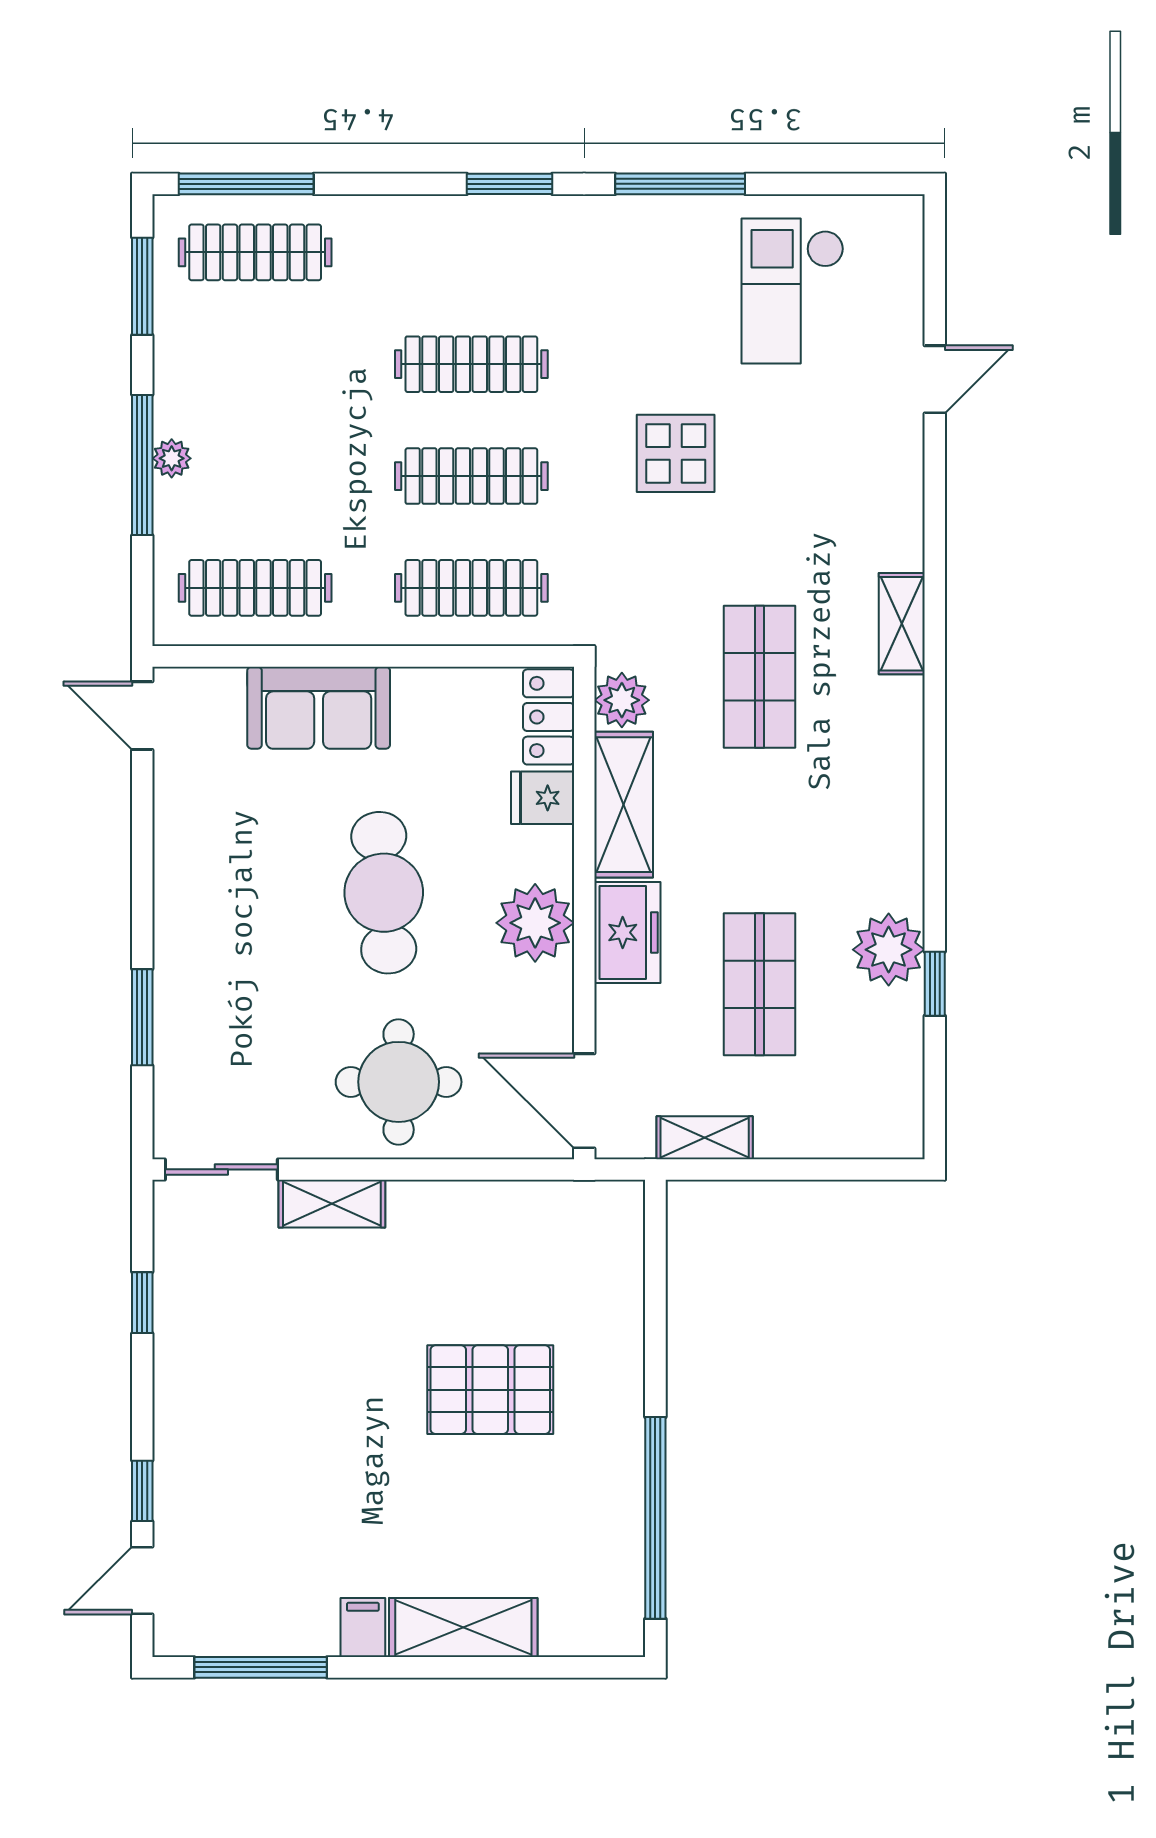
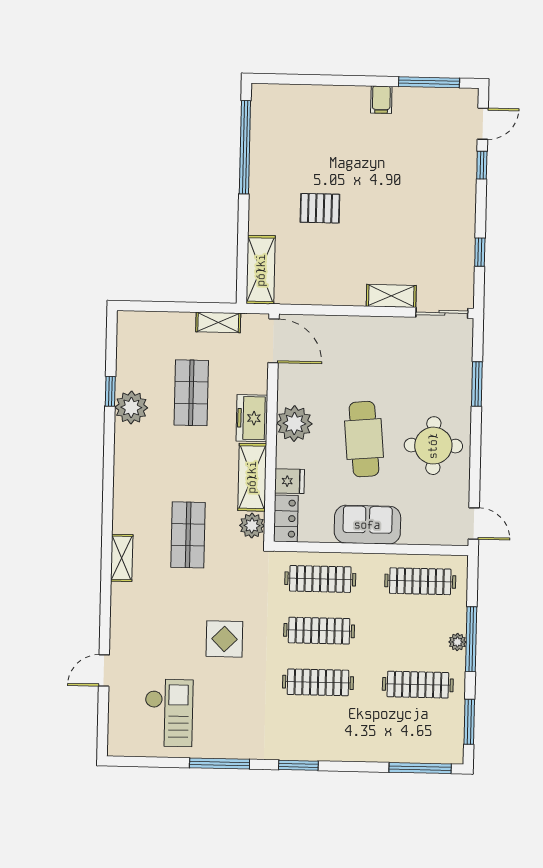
clothes rail: (255, 252) -> (418, 685), moved
sofa: (319, 708) -> (367, 525), moved
round table: (399, 1082) -> (433, 446), moved
pallet: (490, 1390) -> (320, 208), width x0.67, depth x0.71
shelving: (463, 1628) -> (261, 270), moved, turned 90

